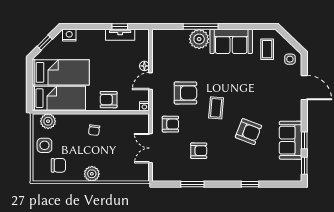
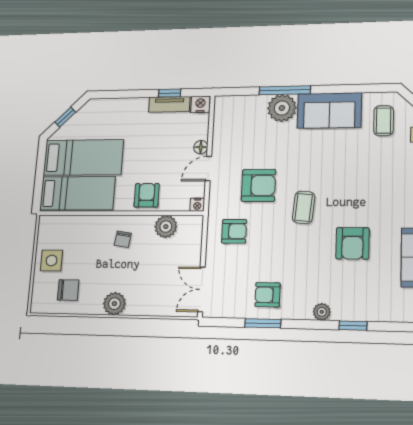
nightstand: (69, 35) -> (200, 104), moved
armchair: (109, 100) -> (147, 195), turned 90
plant: (48, 121) -> (166, 227), moved
armchair: (248, 132) -> (353, 243), turned 69
double door: (151, 148) -> (201, 289), moved
armchair: (199, 151) -> (268, 295), moved, turned 180
plant: (230, 176) -> (322, 312), added

